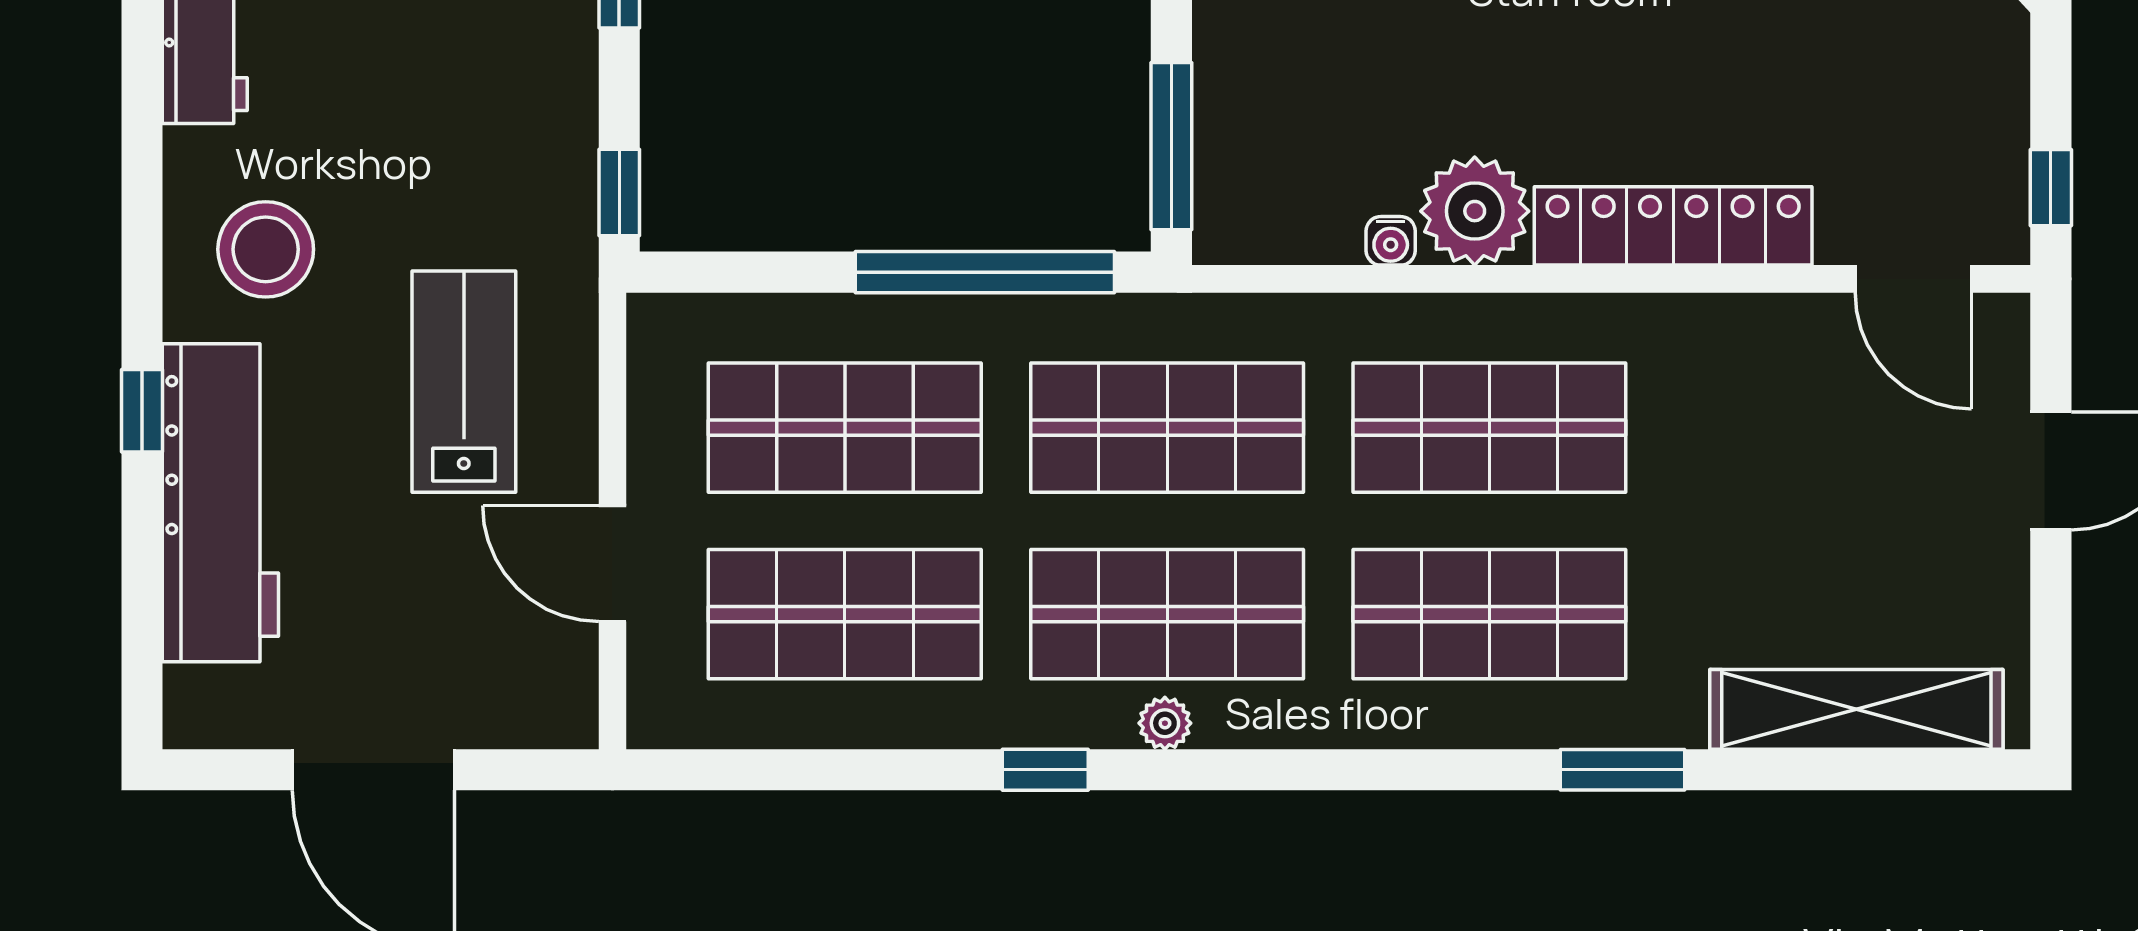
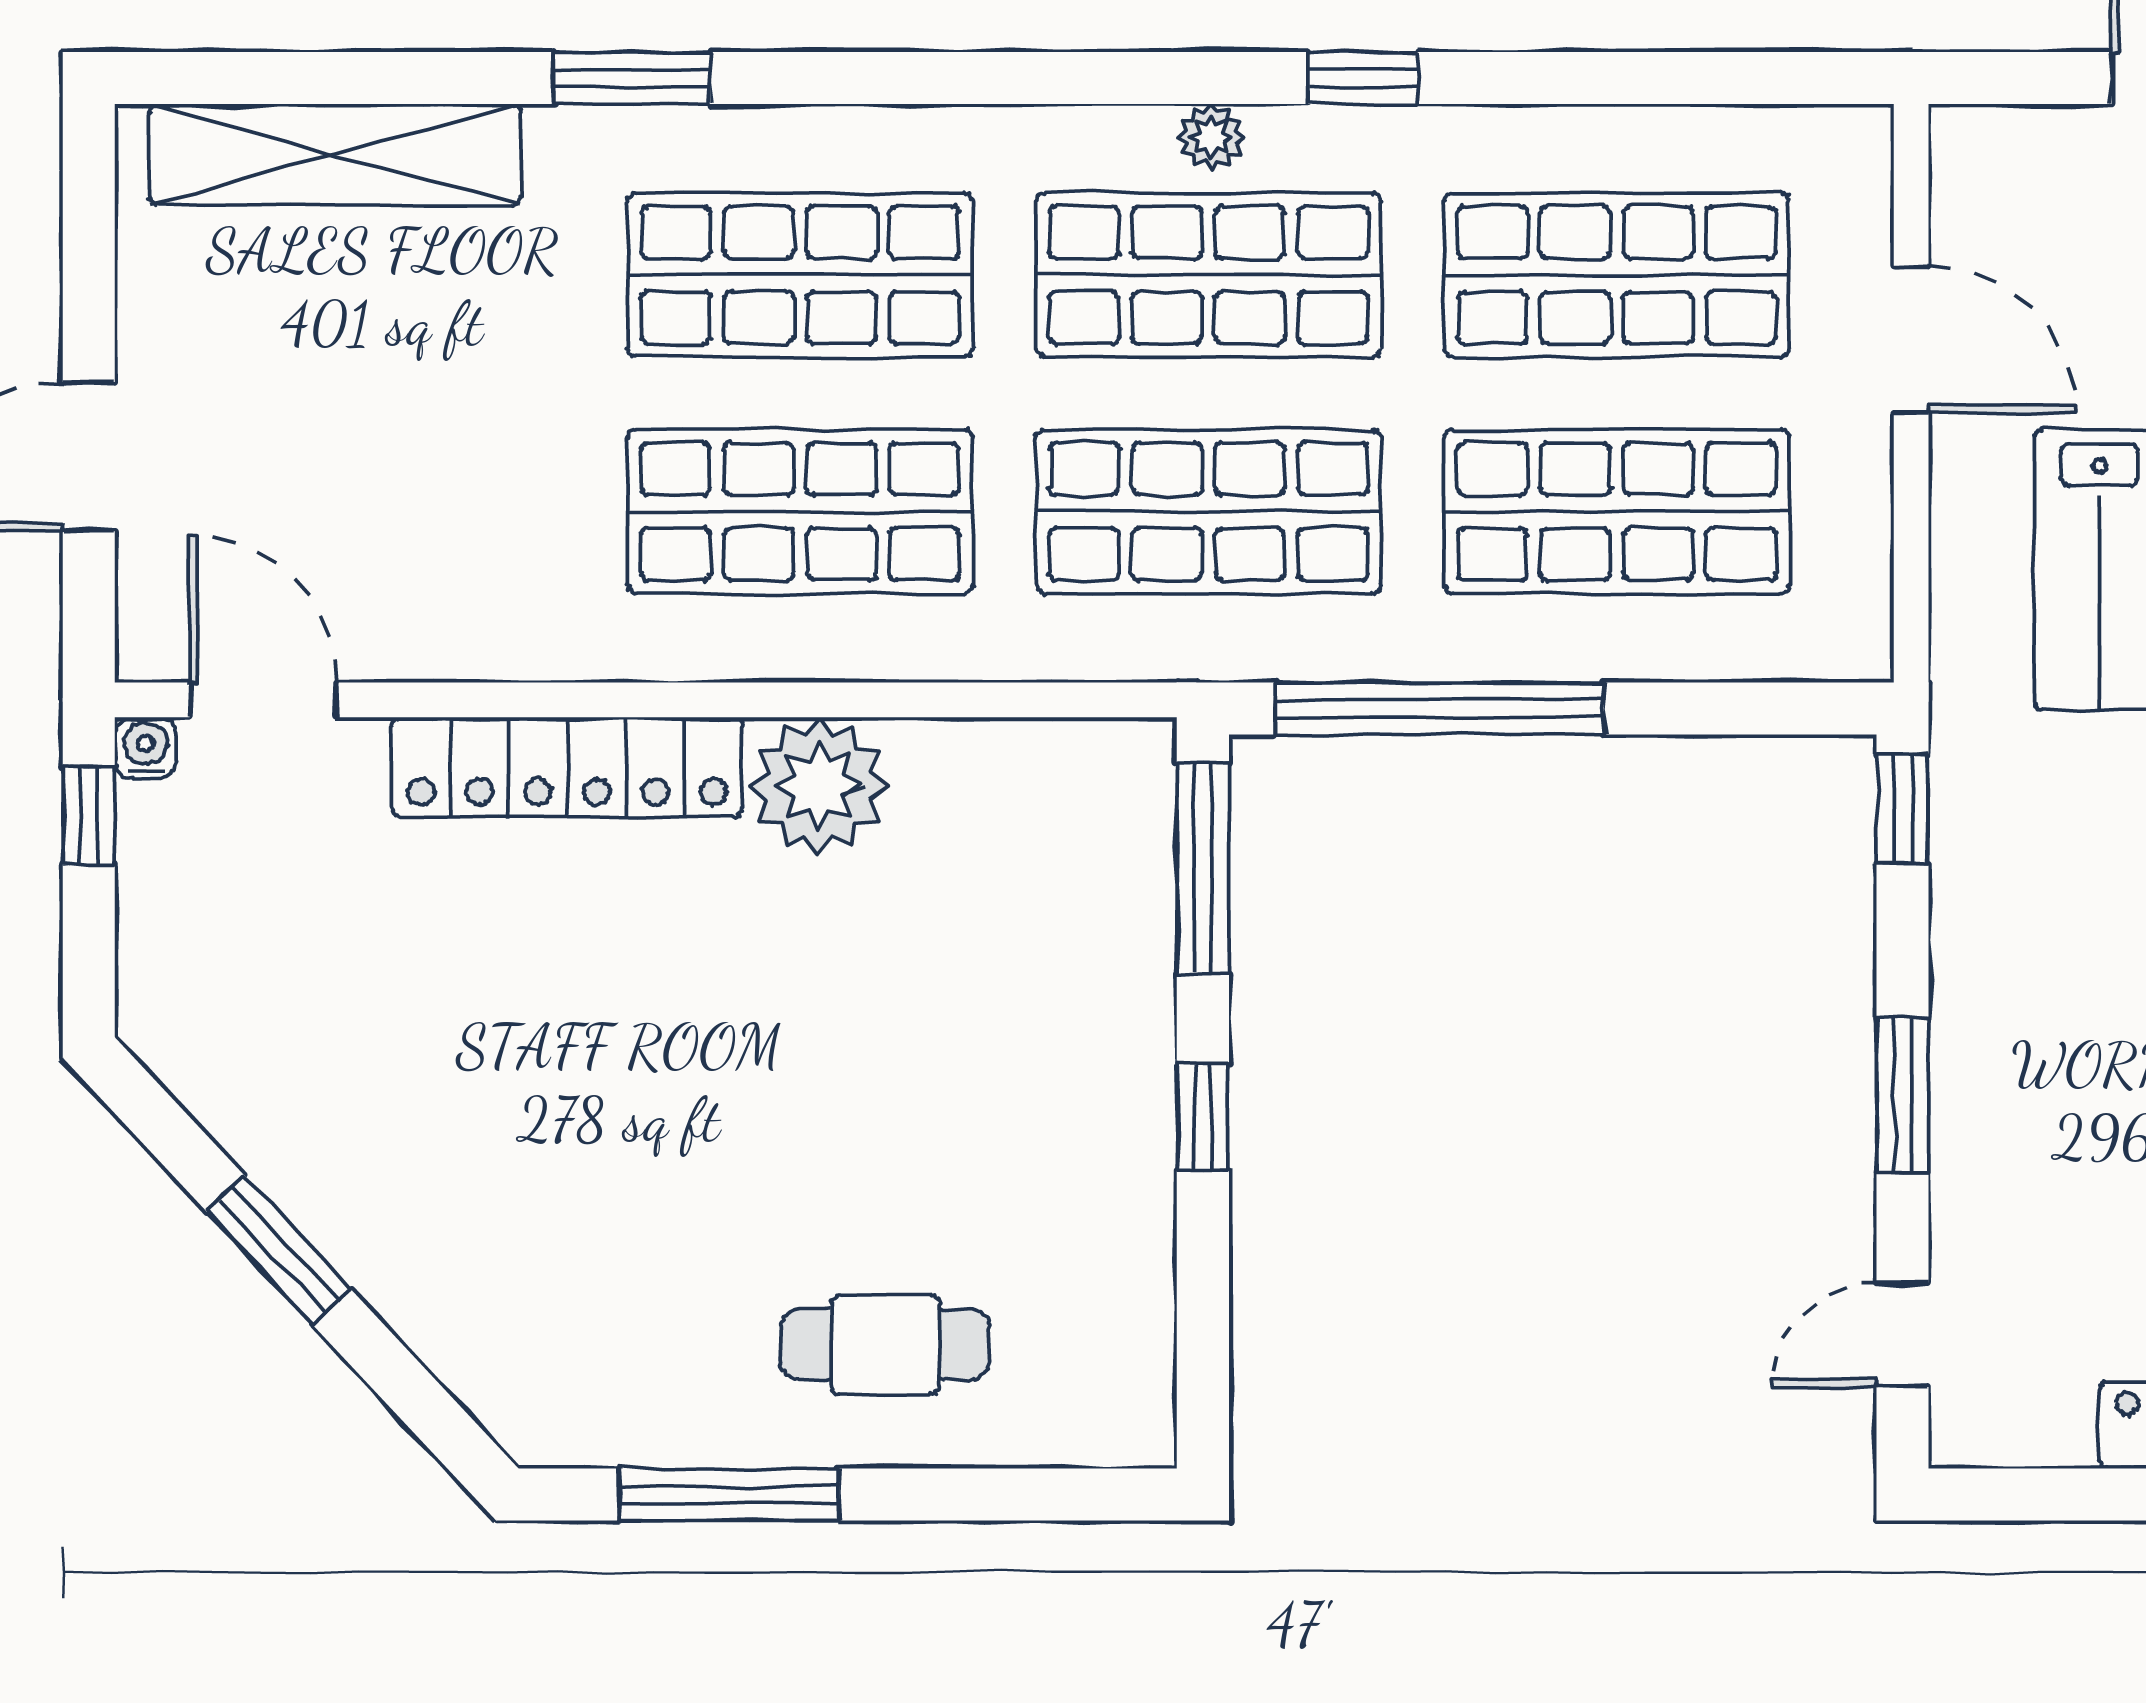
water cooler: (1391, 241) -> (146, 748), moved

